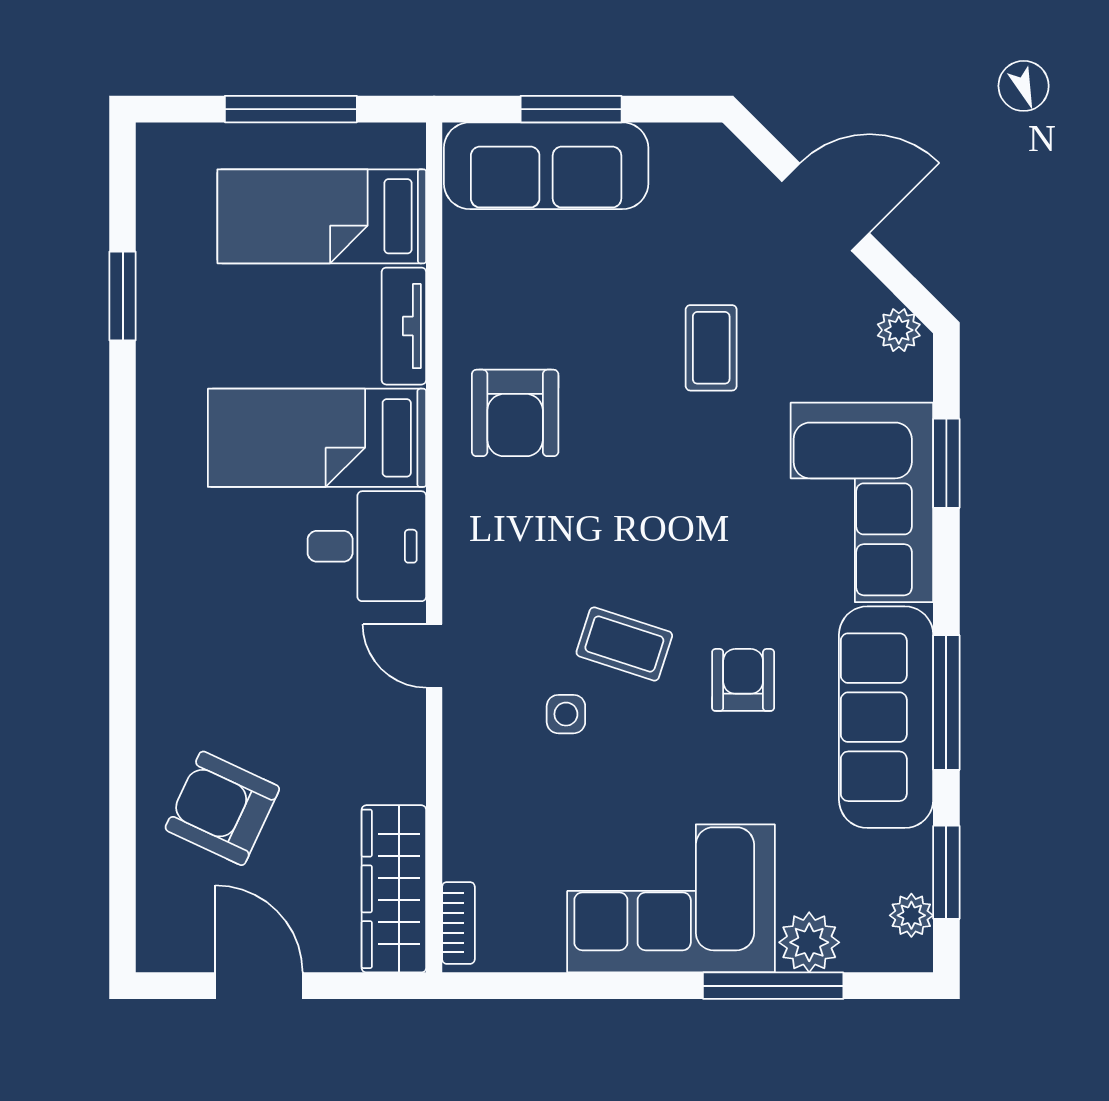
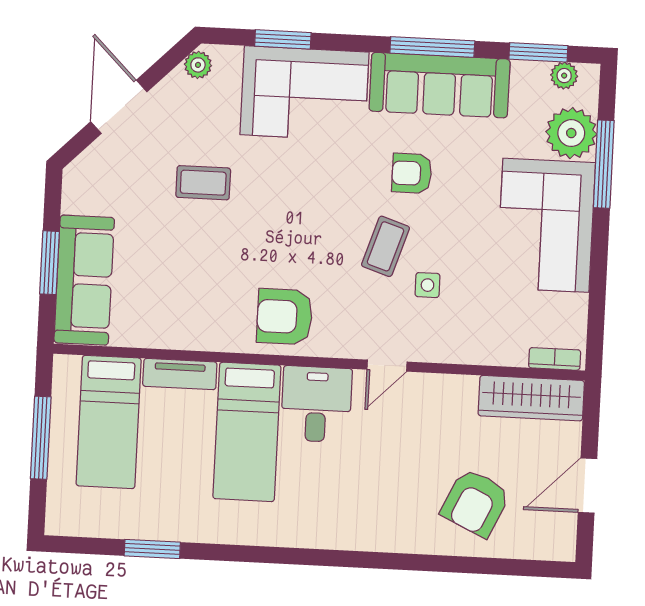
armchair: (515, 413) -> (285, 317), moved, turned 180
plant: (809, 942) -> (571, 133), width x1.36, depth x1.36

